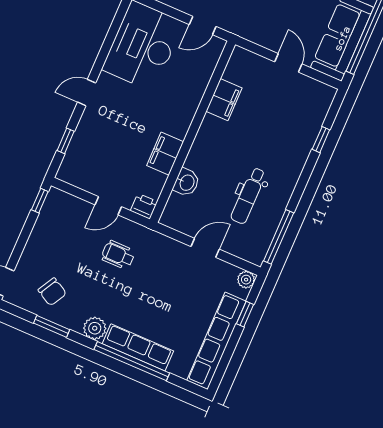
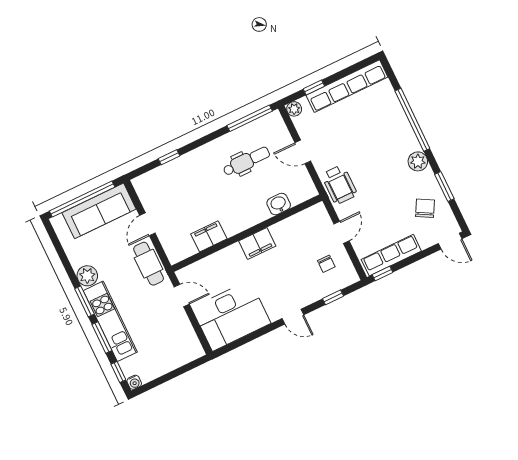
cafe table: (257, 29) -> (149, 264), added
filing cabinet: (165, 154) -> (257, 243), moved
chair: (98, 166) -> (326, 264), added
door: (108, 206) -> (342, 232), hinge flipped
printer: (144, 206) -> (319, 212), removed
wheelchair: (118, 255) -> (339, 185), moved, width x1.36, depth x1.37
row of seats: (138, 347) -> (391, 255), moved, turned 90

